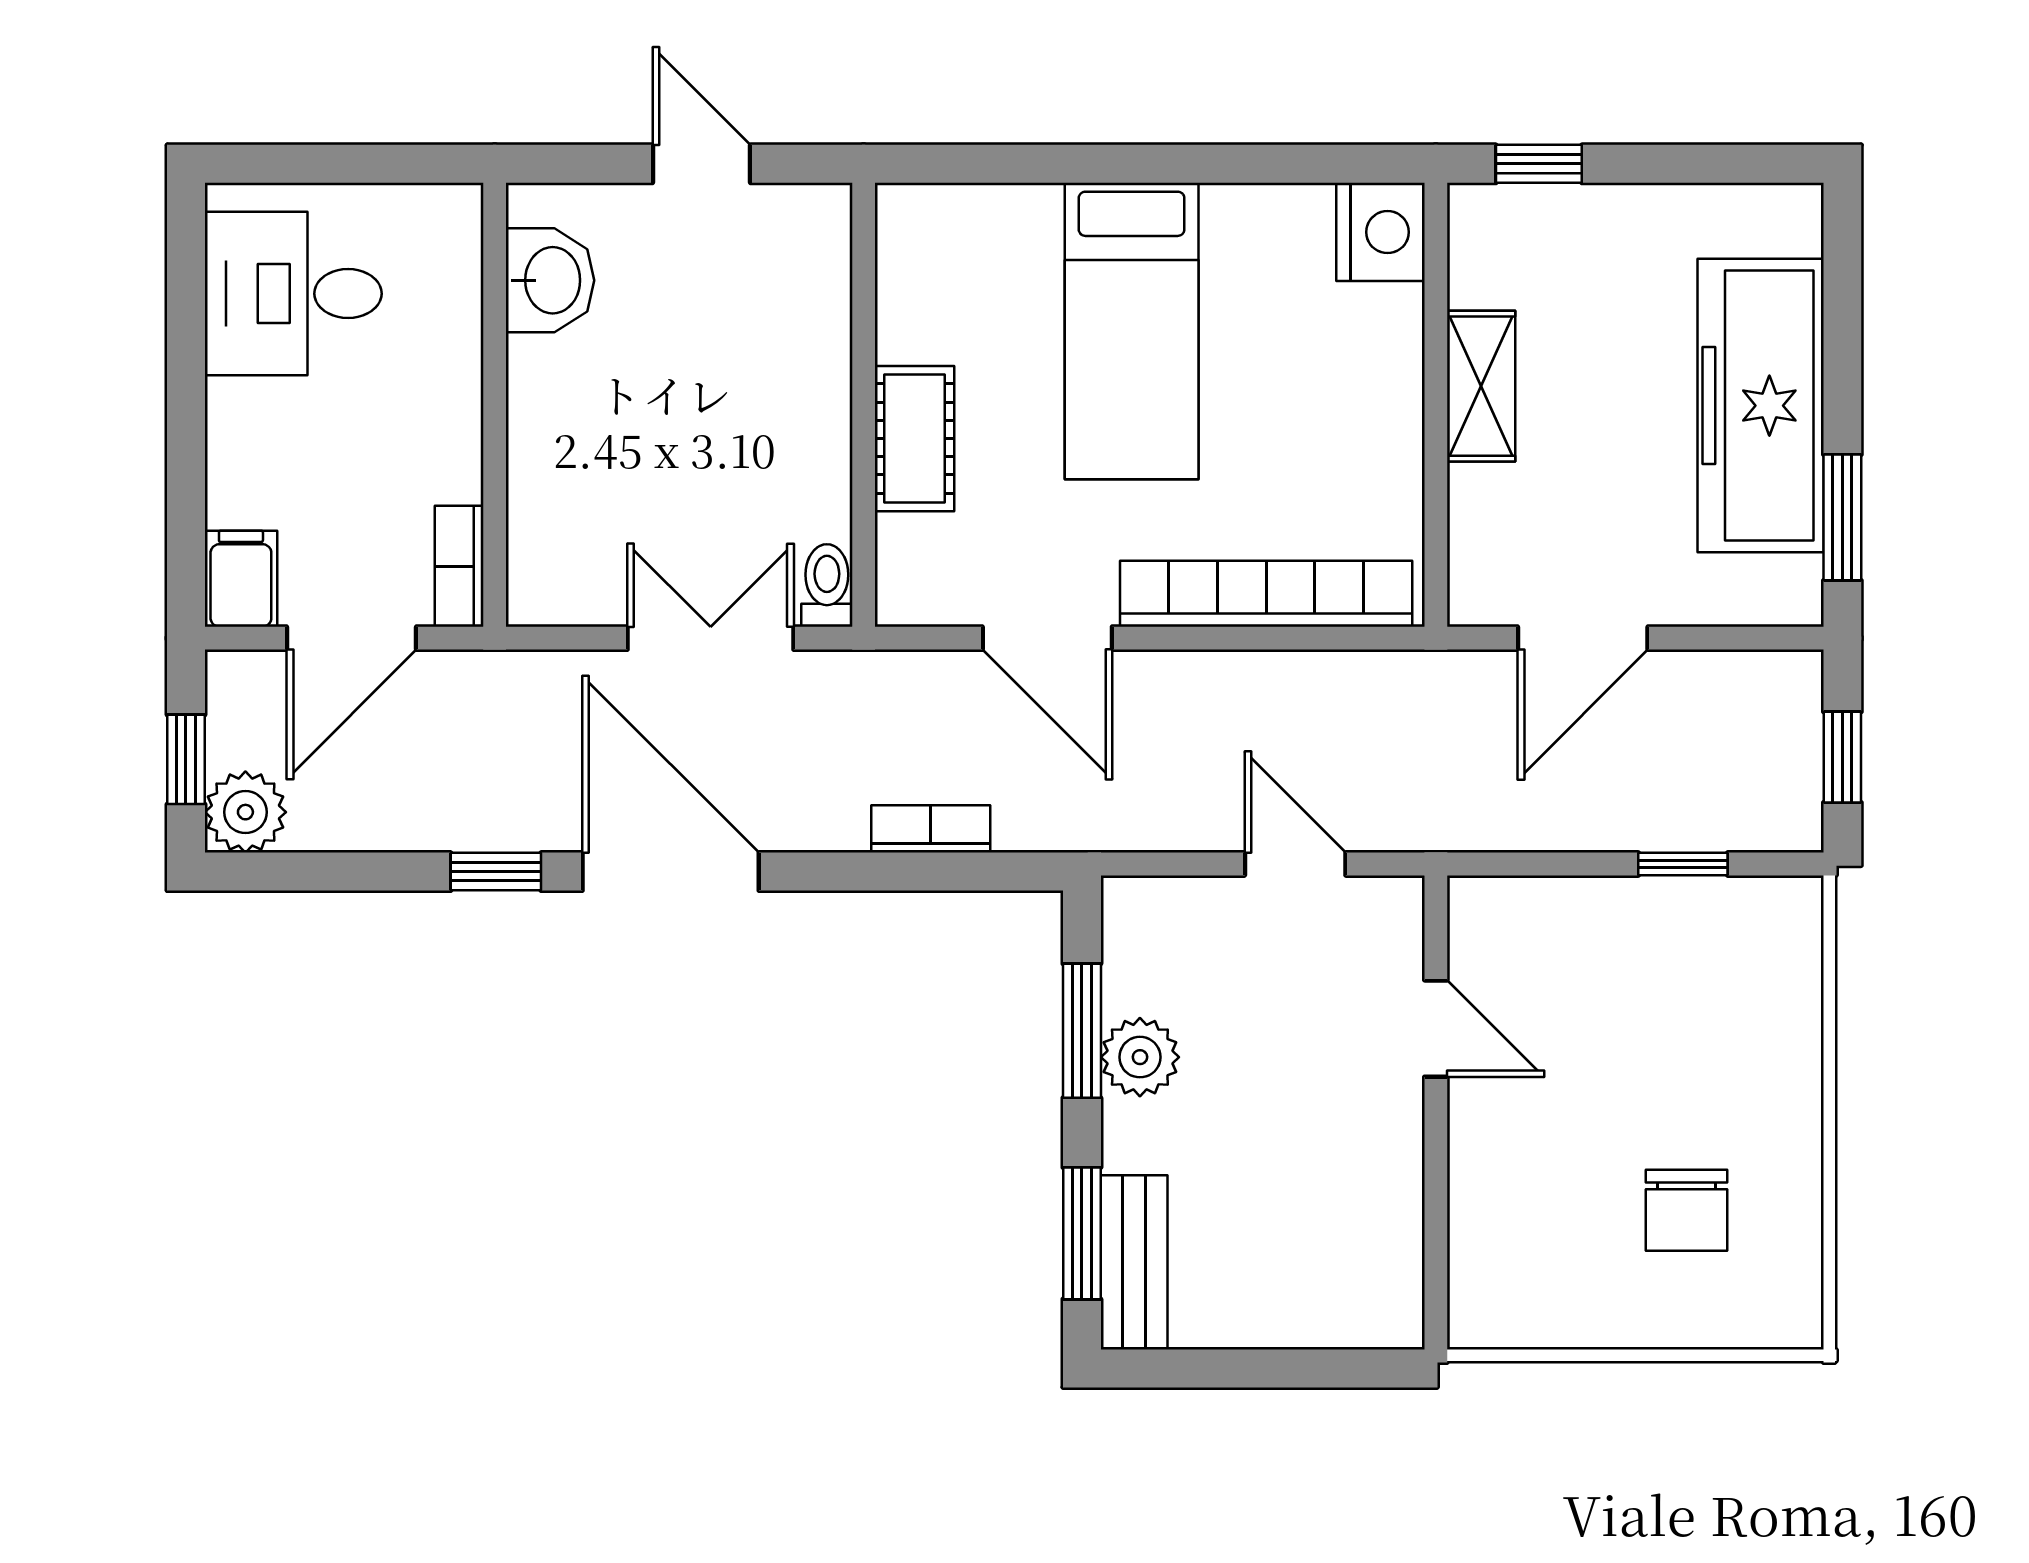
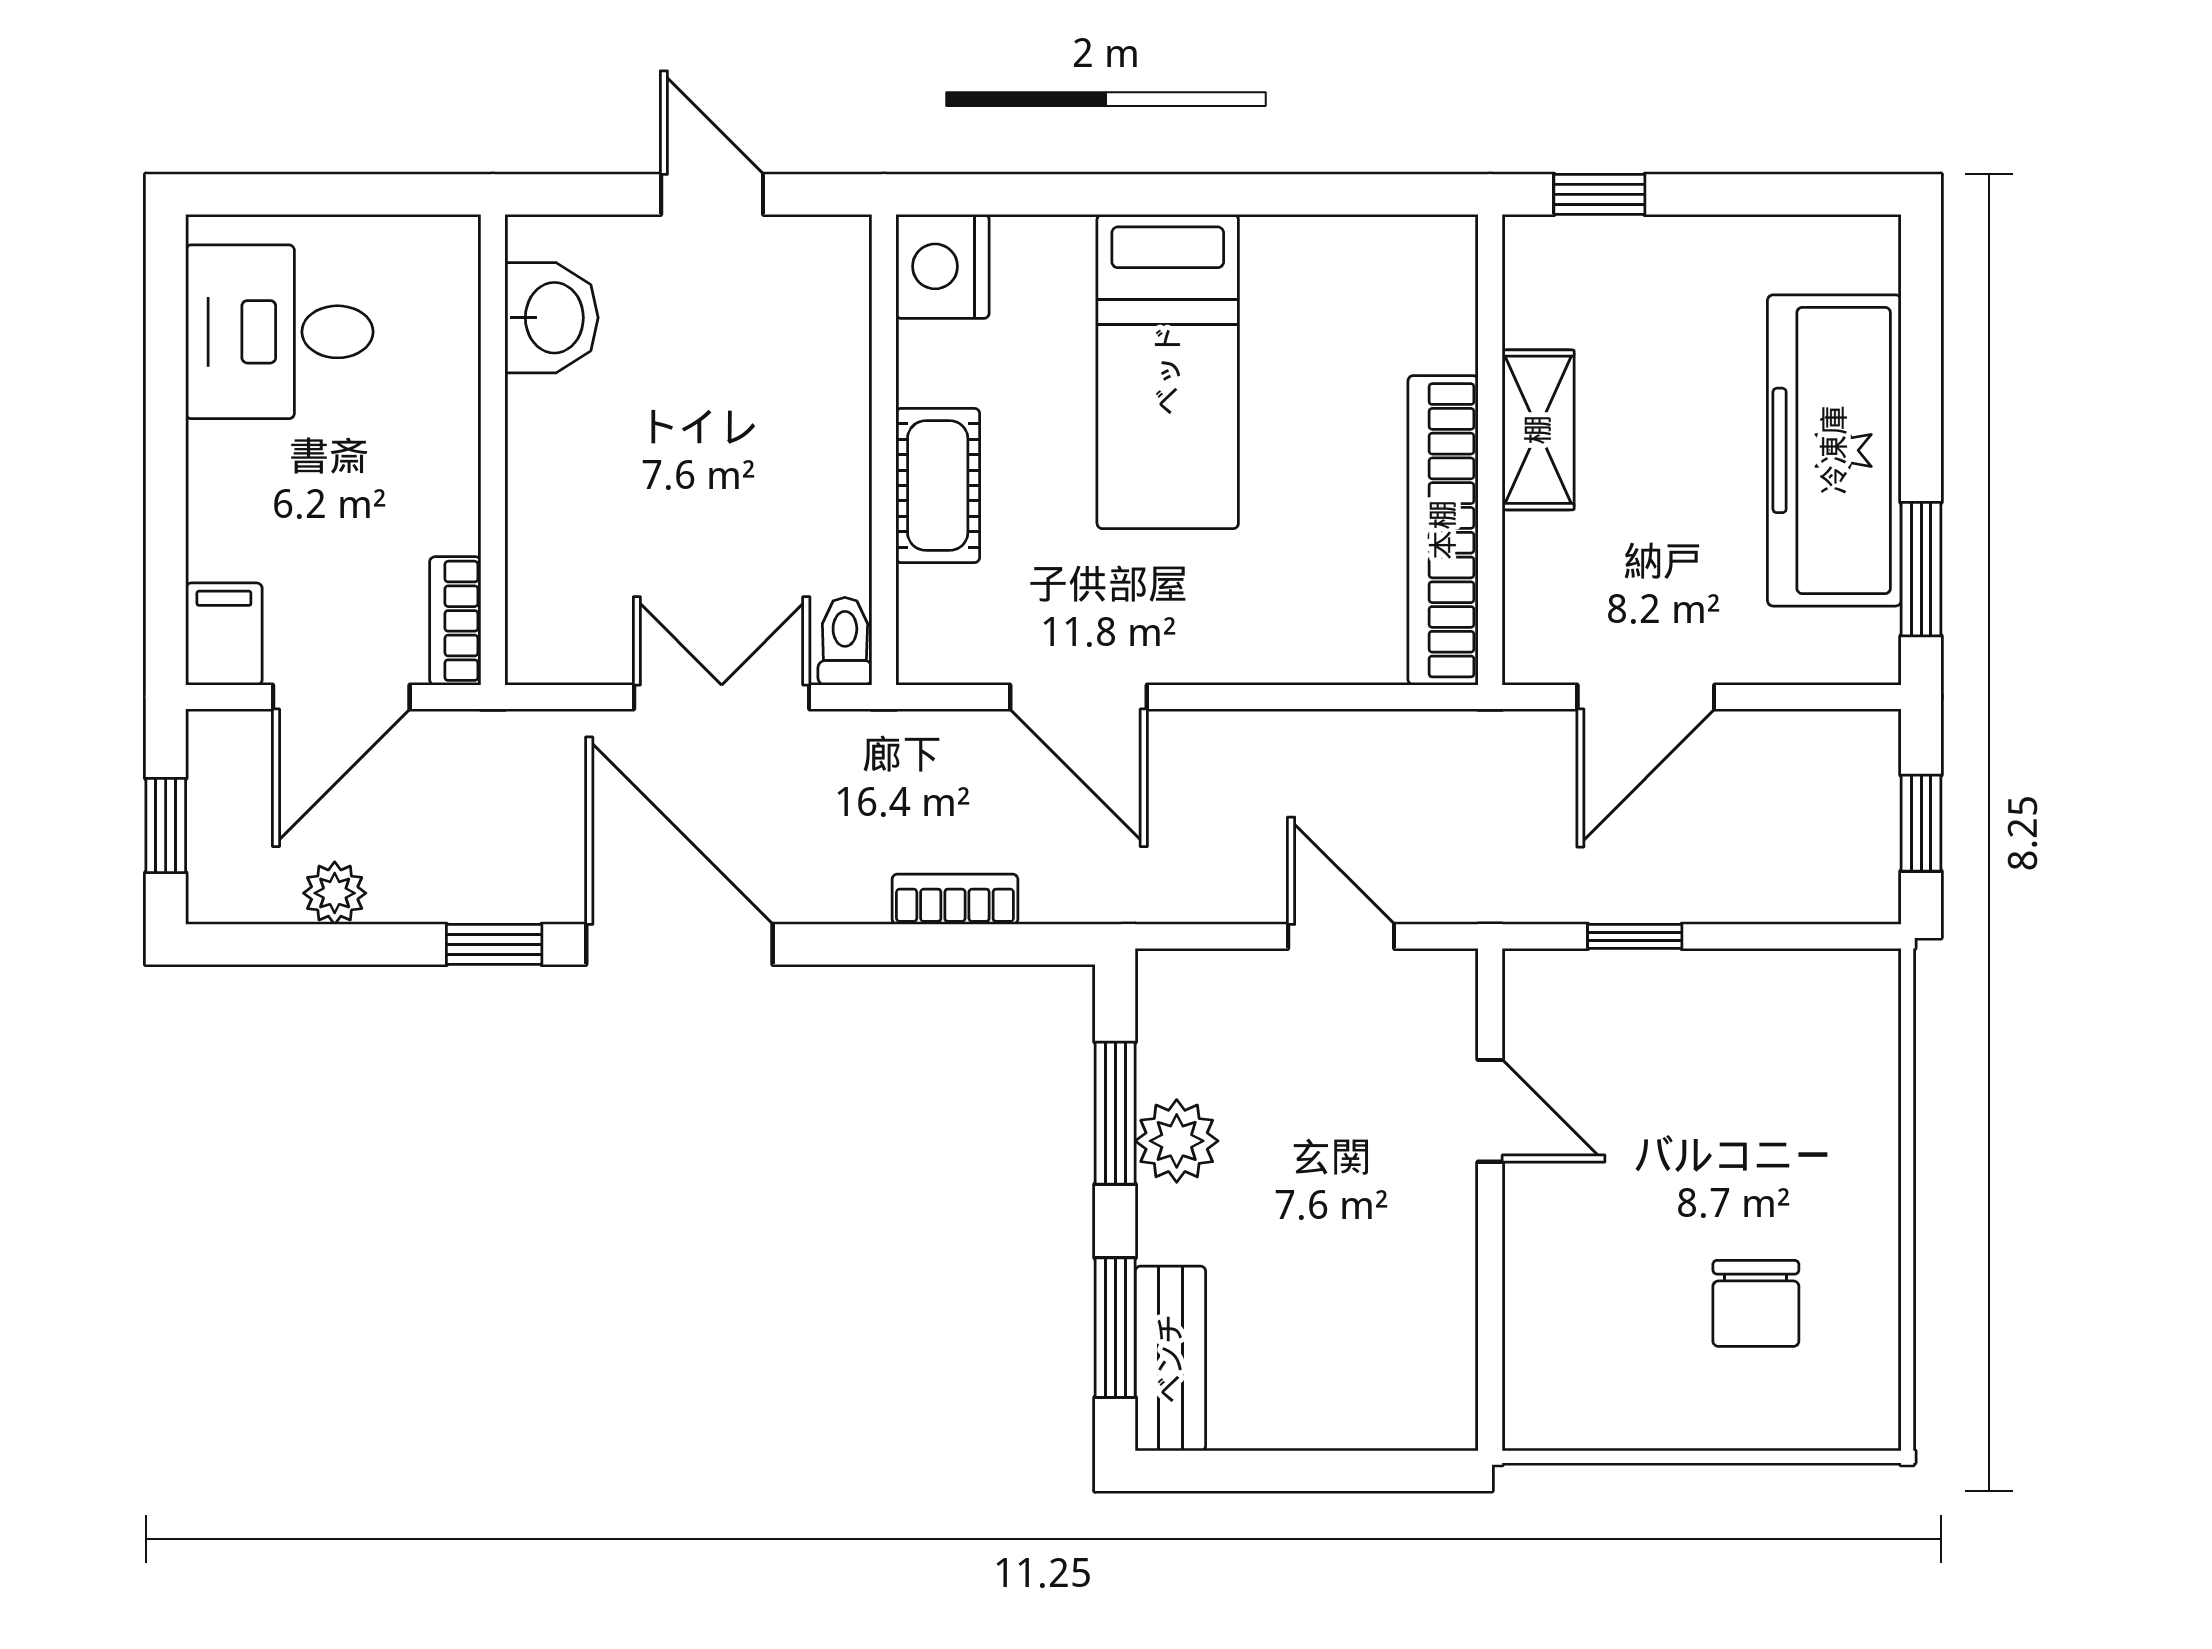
nightstand: (1380, 232) -> (943, 266), moved, turned 180
bookcase: (1266, 594) -> (1443, 530), moved, turned -90
plant: (245, 812) -> (335, 893), moved, width x0.73, depth x0.73
window: (1683, 864) -> (1635, 936), moved

